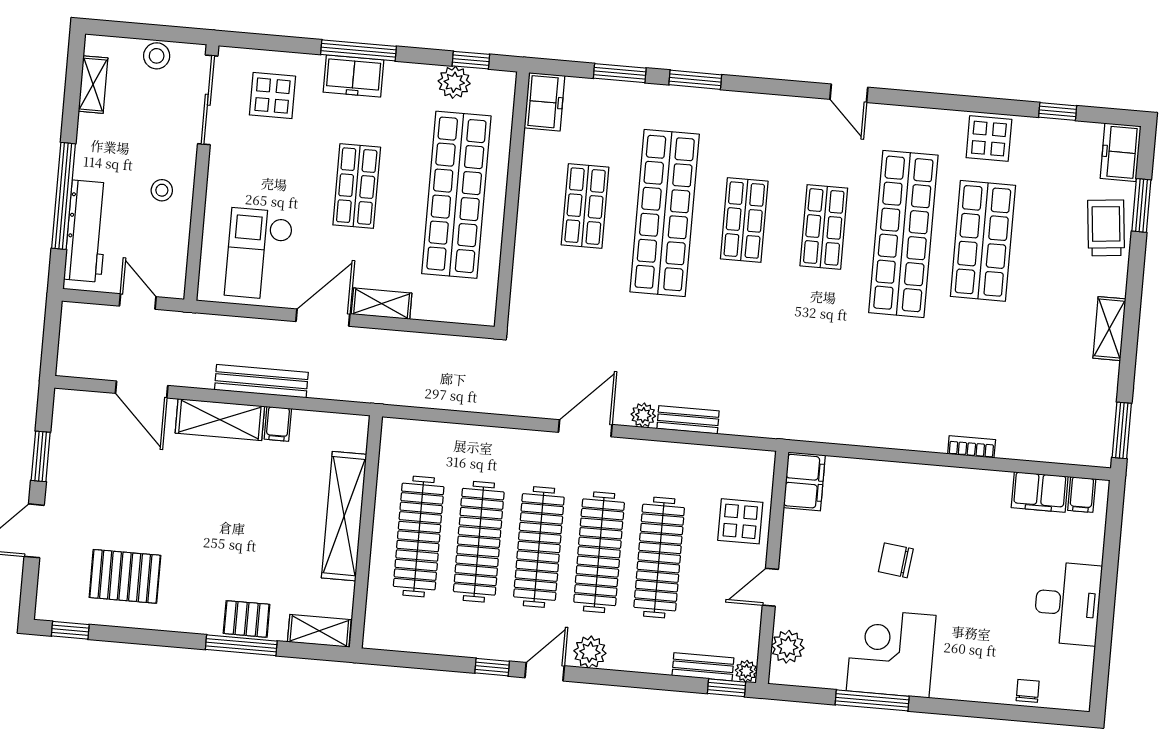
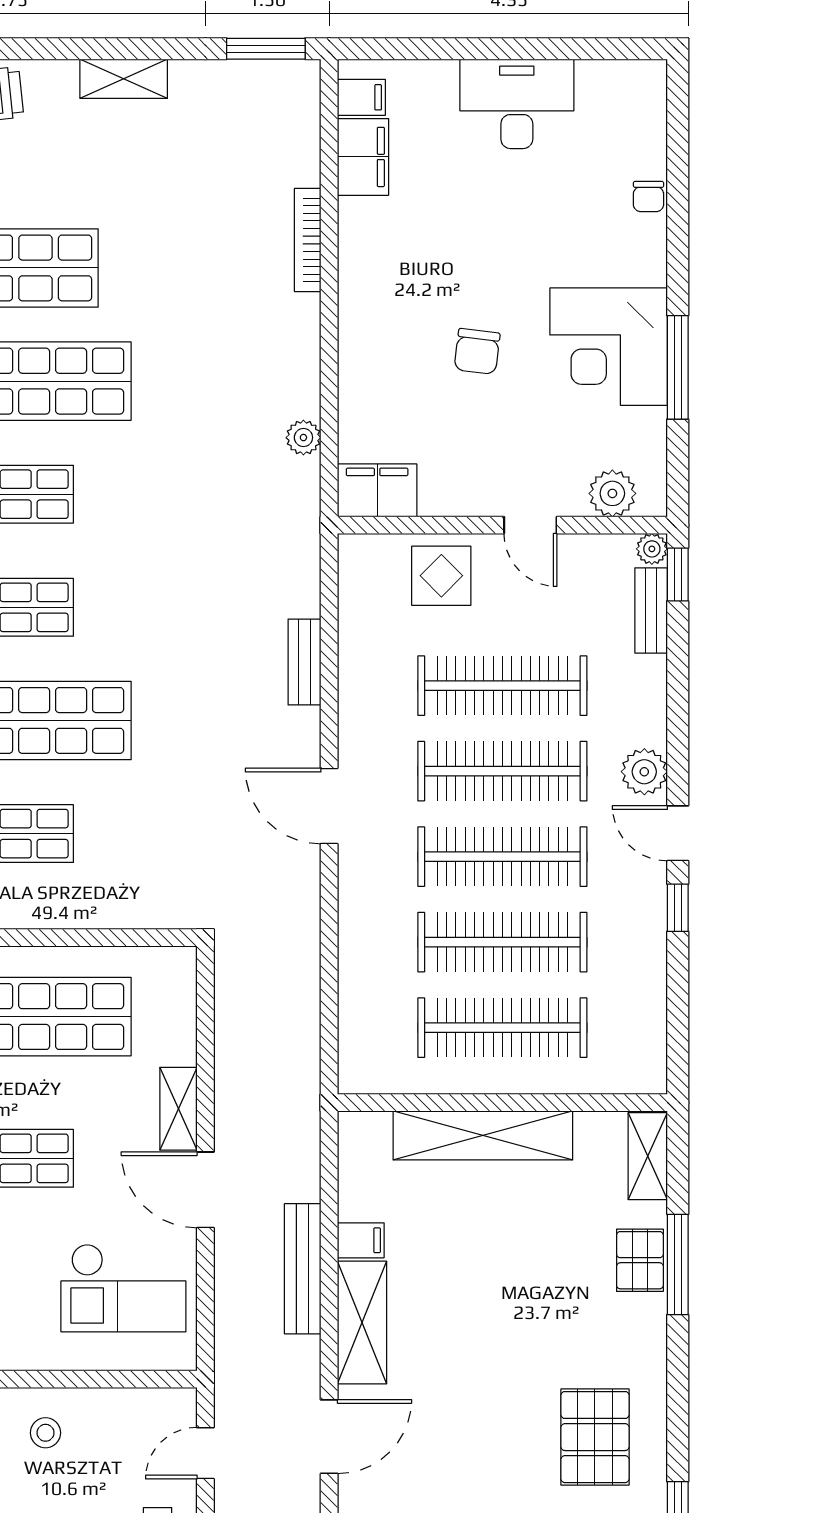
plant: (643, 415) -> (303, 438), moved
bookcase: (972, 447) -> (308, 240), width x1.56
chair: (1028, 691) -> (648, 196), moved, turned -90

